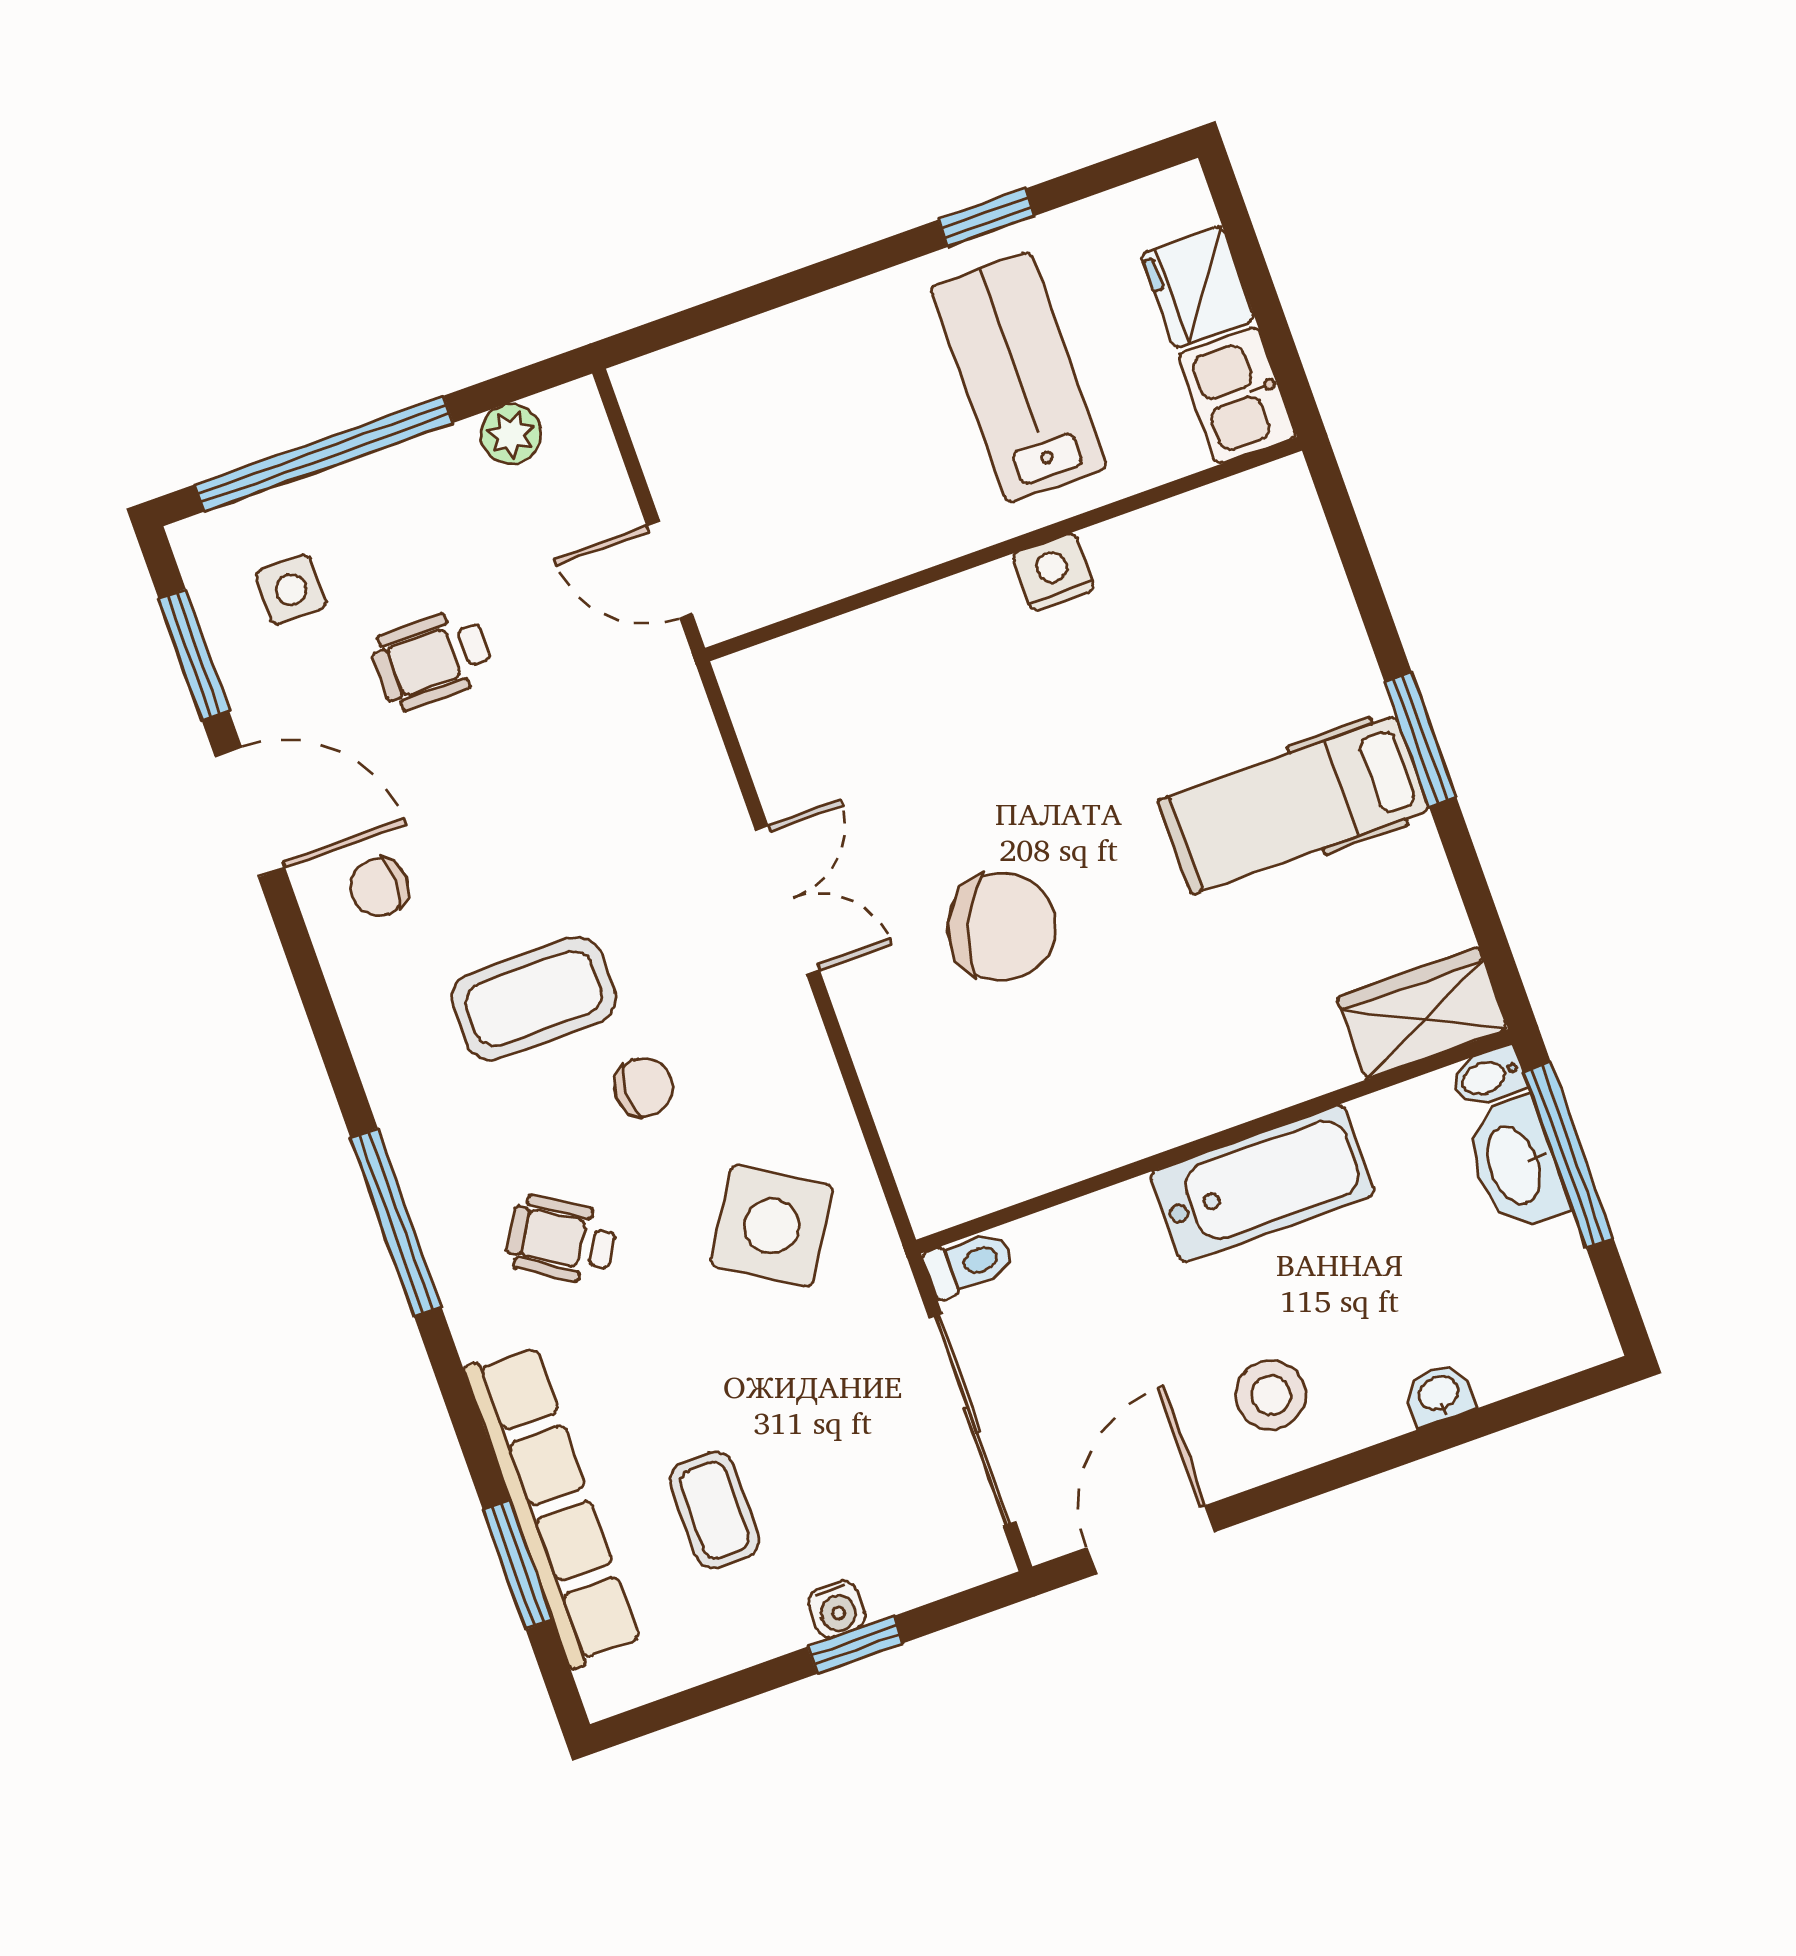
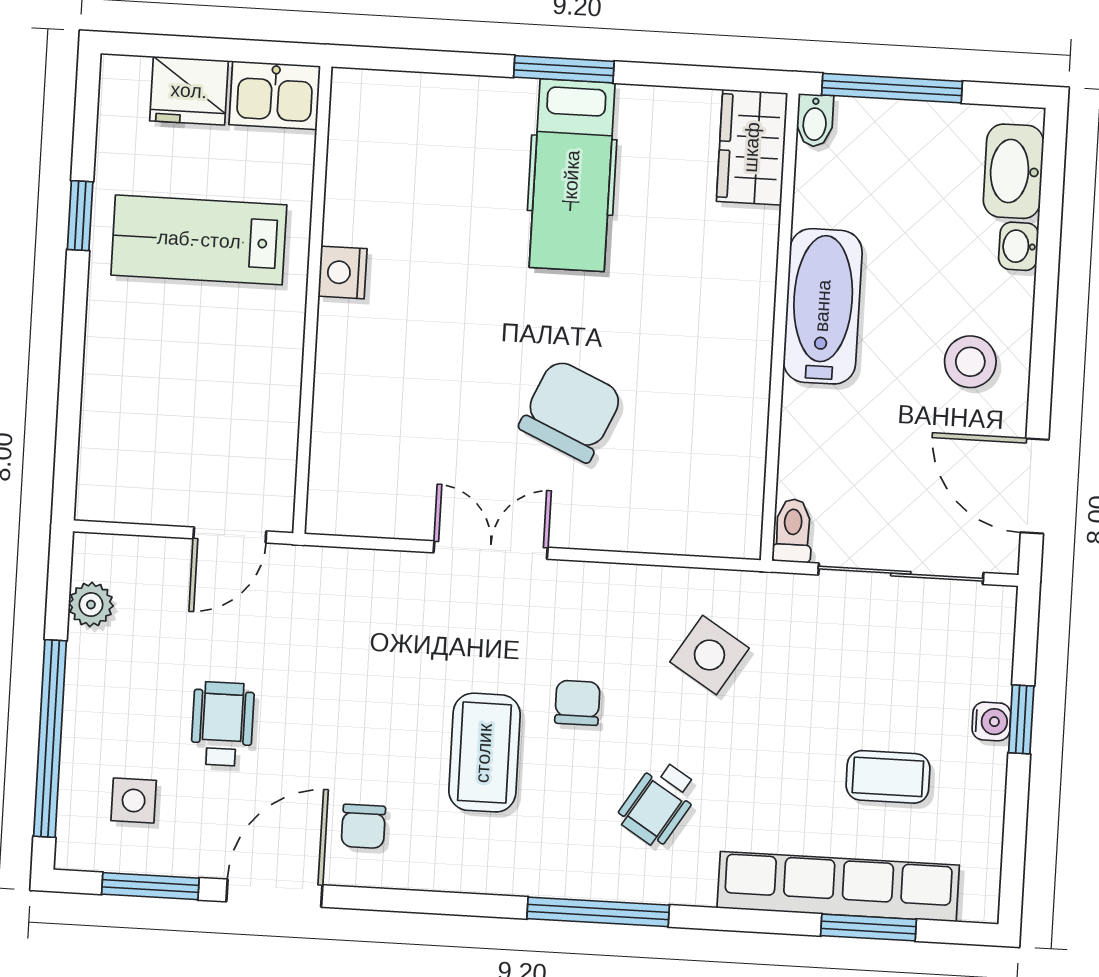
wheelchair: (432, 659) -> (222, 724), turned 180
washbasin: (1516, 1165) -> (1013, 171), moved, turned 90
side table: (772, 1226) -> (709, 655), width x0.73, depth x0.73

